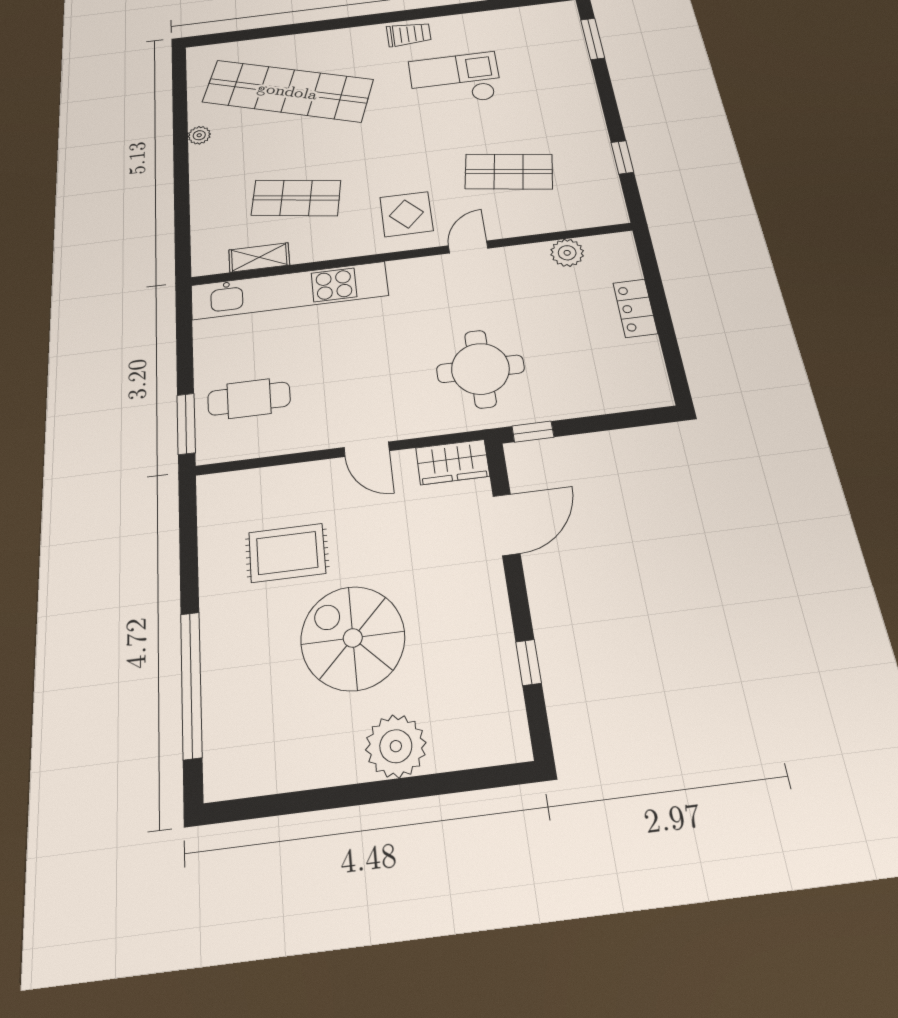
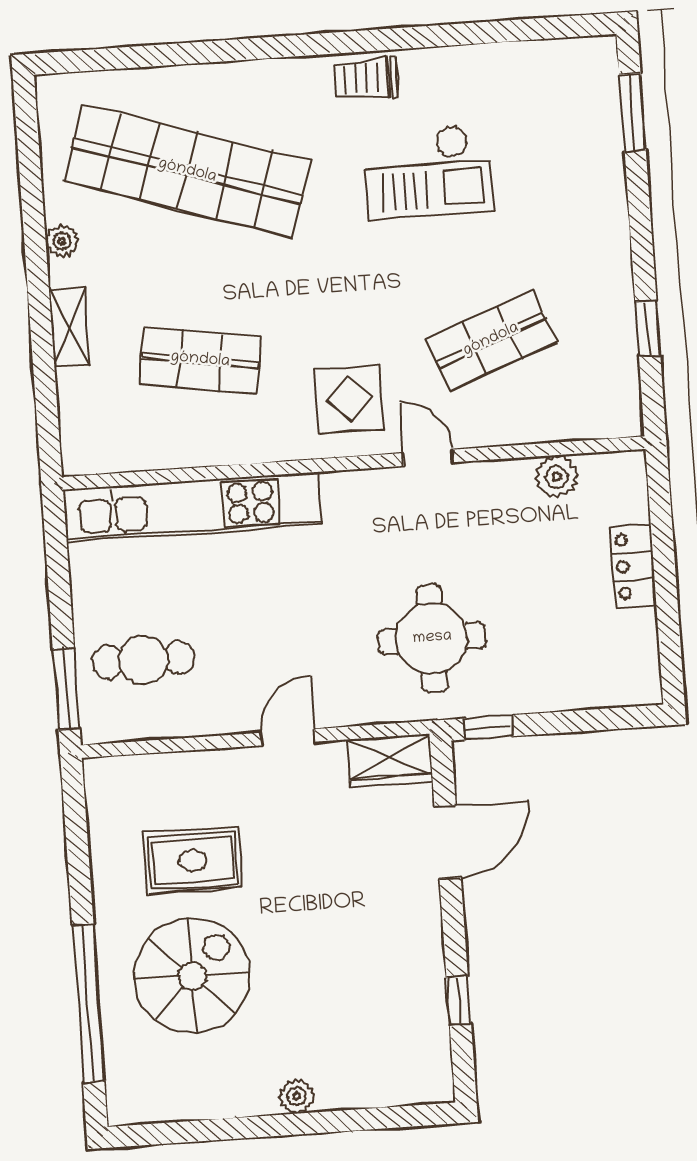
trolley: (409, 34) -> (365, 79), turned 180
checkout: (455, 80) -> (428, 171), turned 180
shop shelf: (509, 172) -> (491, 340), turned -30
door: (468, 247) -> (428, 458), hinge flipped
shelving: (259, 257) -> (69, 327), moved, turned 90
door: (367, 449) -> (288, 737), swing flipped
spiral stairs: (353, 638) -> (192, 976), moved, turned 90
plant: (396, 746) -> (297, 1096), width x0.53, depth x0.53

